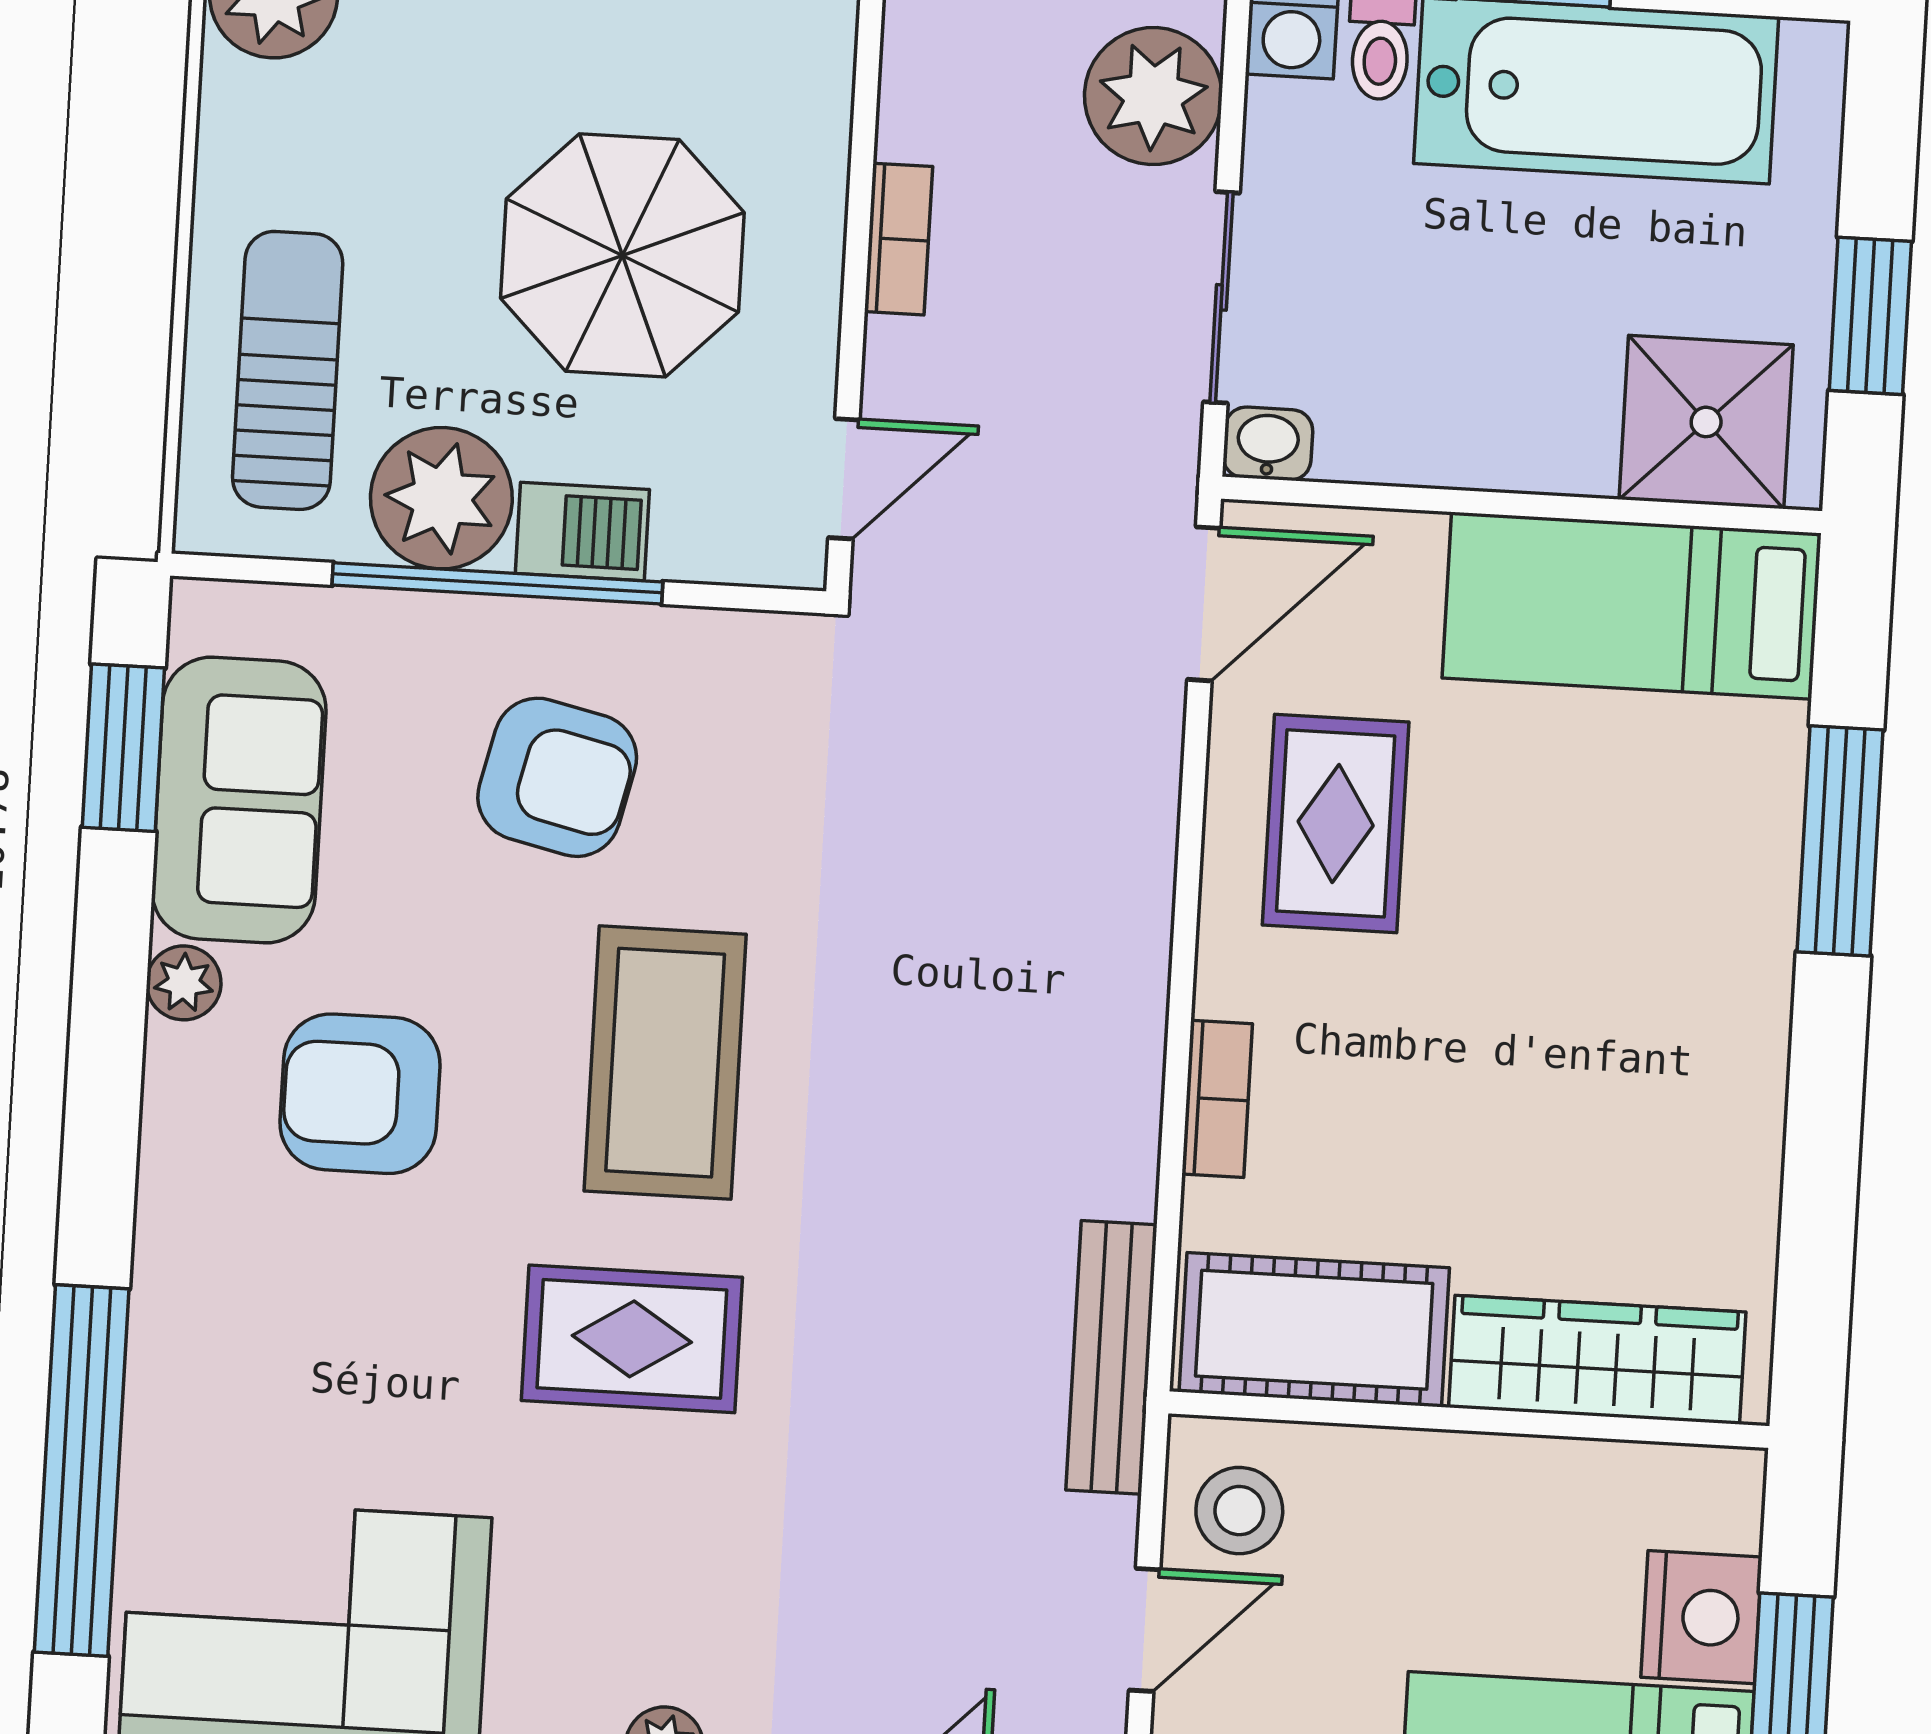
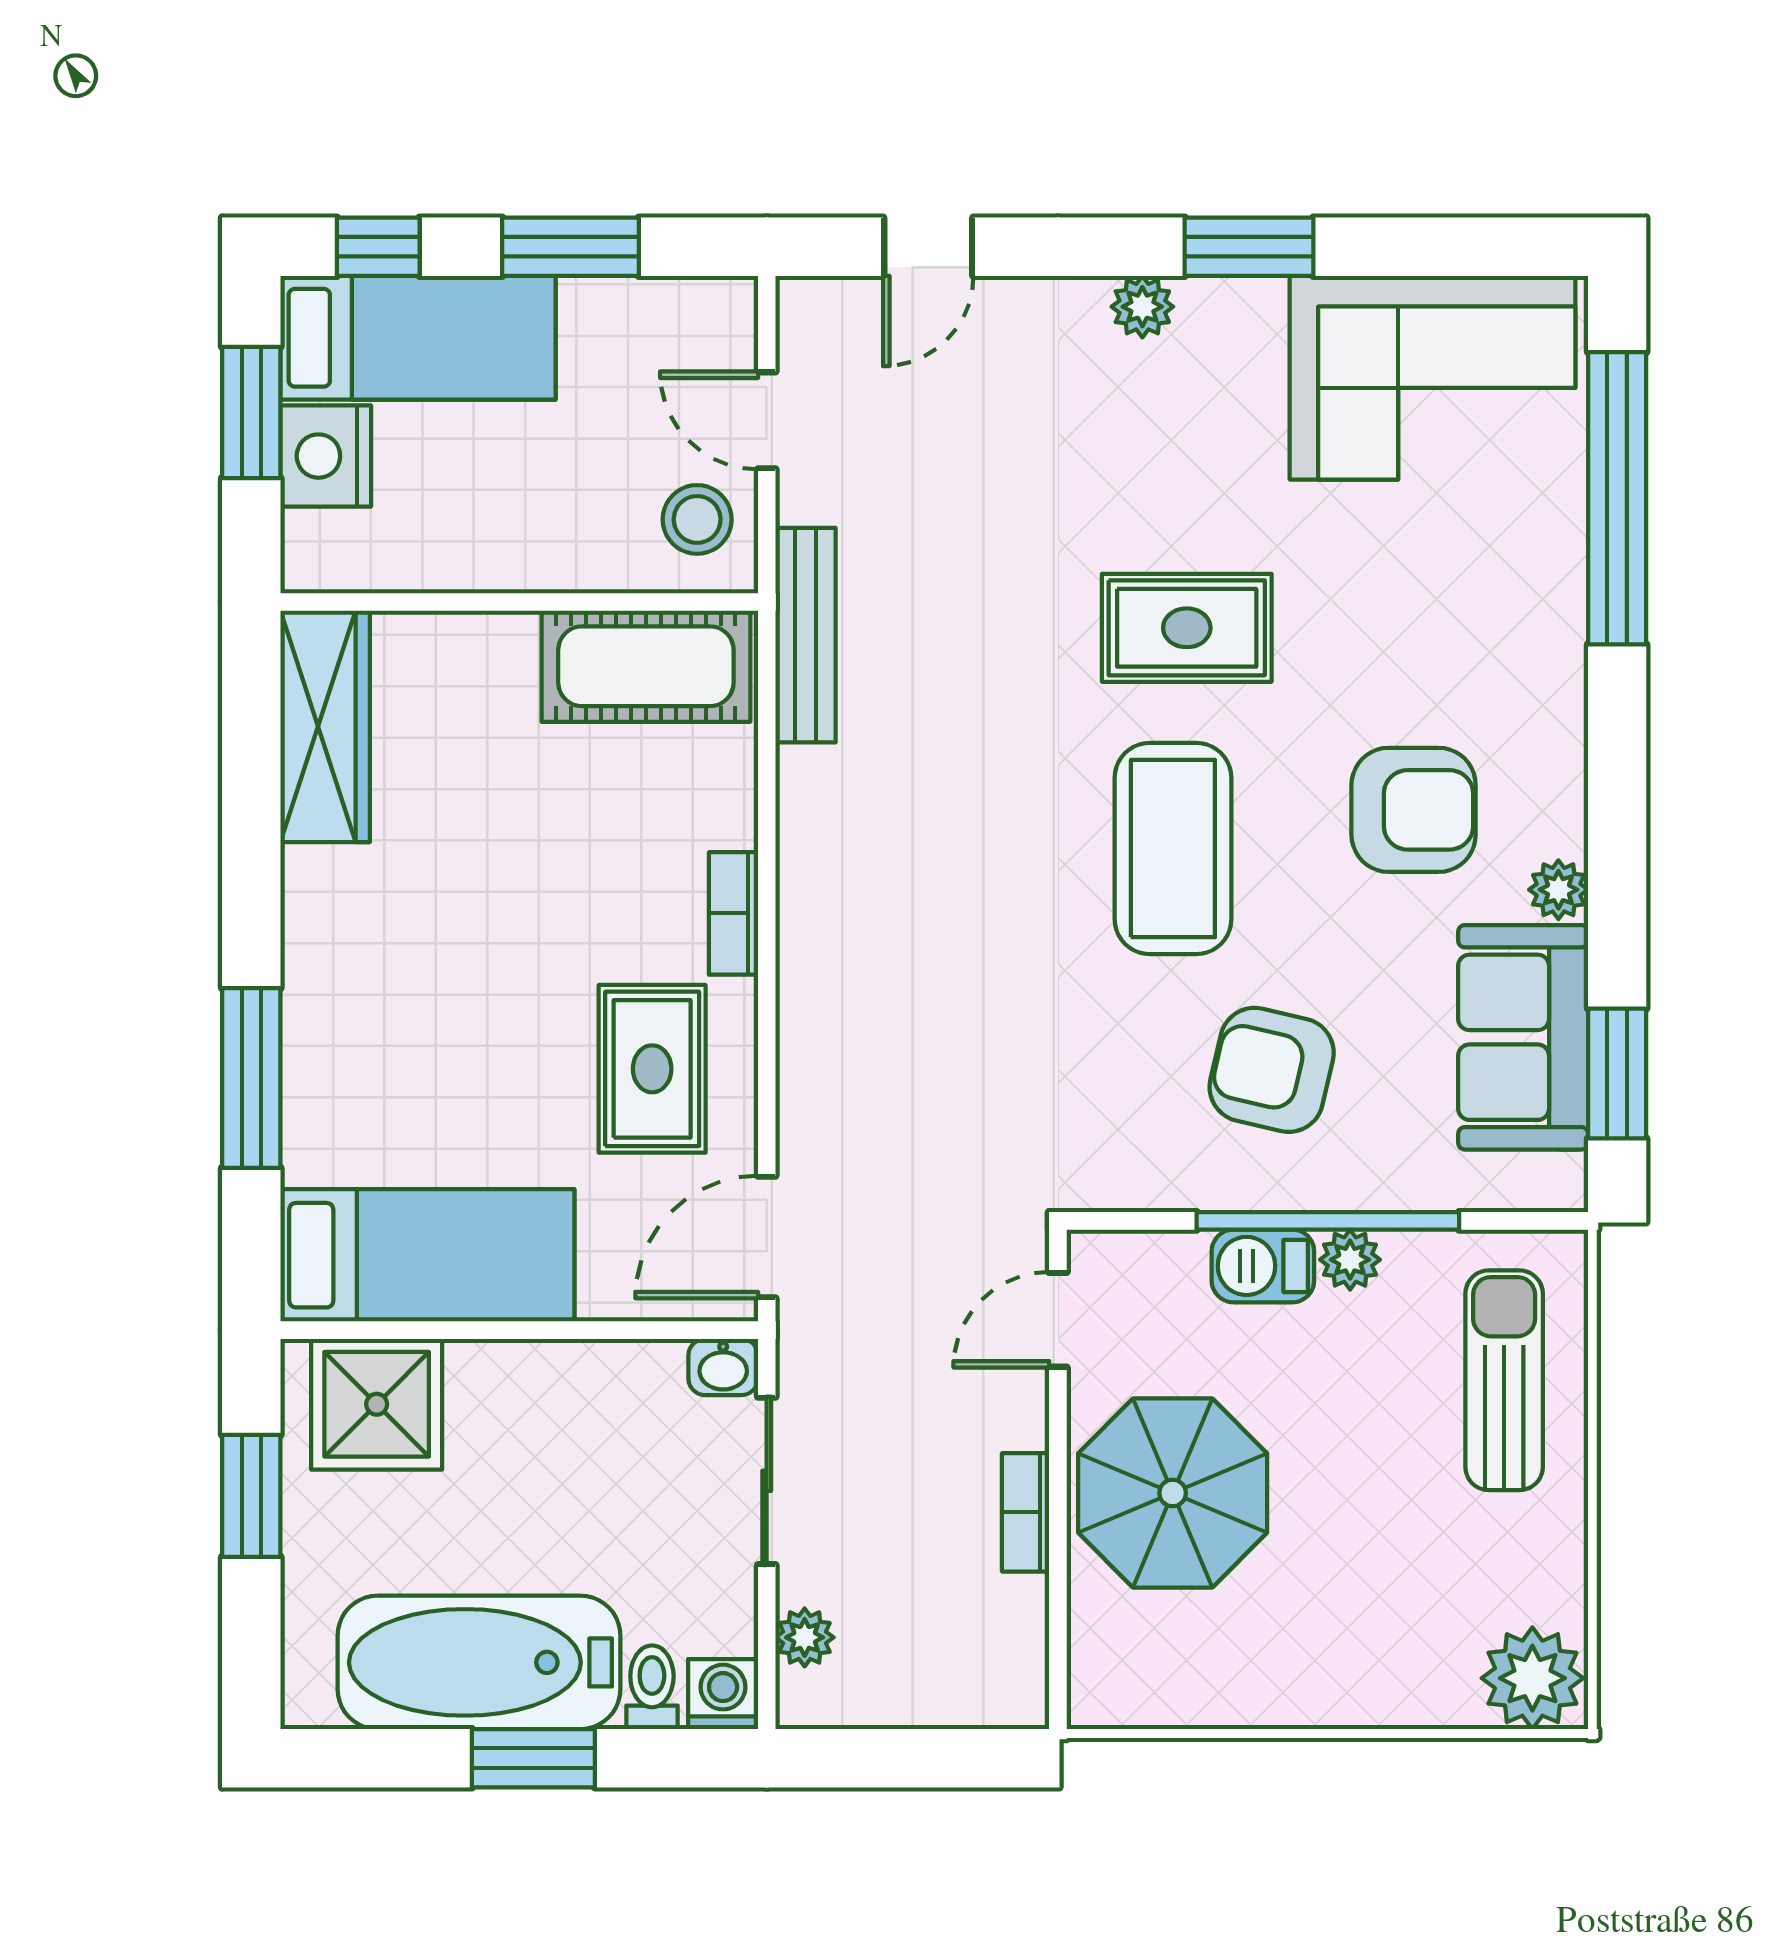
plant: (1153, 96) -> (805, 1637), width x0.53, depth x0.53
parasol: (622, 255) -> (1173, 1493), moved
sun lounger: (288, 370) -> (1504, 1380), turned 180
plant: (441, 498) -> (1350, 1260), width x0.53, depth x0.53
bookcase: (1217, 1099) -> (733, 913), moved
wardrobe: (1597, 1360) -> (325, 726), moved, turned -90
door: (1145, 1630) -> (767, 420), hinge flipped

